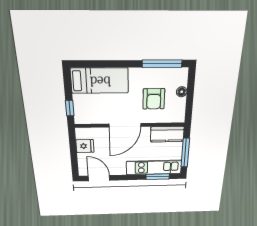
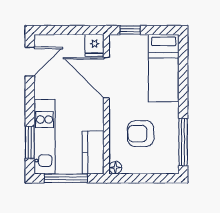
floor lamp: (182, 92) -> (115, 168), moved
door: (125, 125) -> (106, 78), moved
fridge: (85, 146) -> (95, 45), moved

